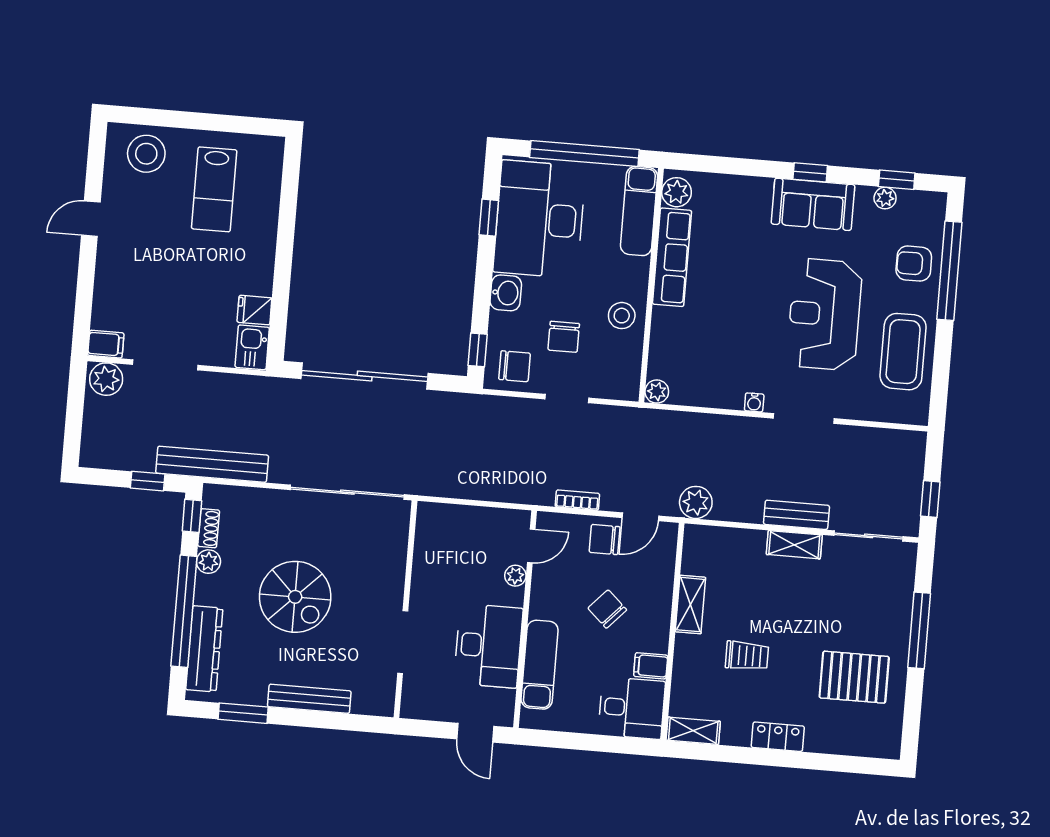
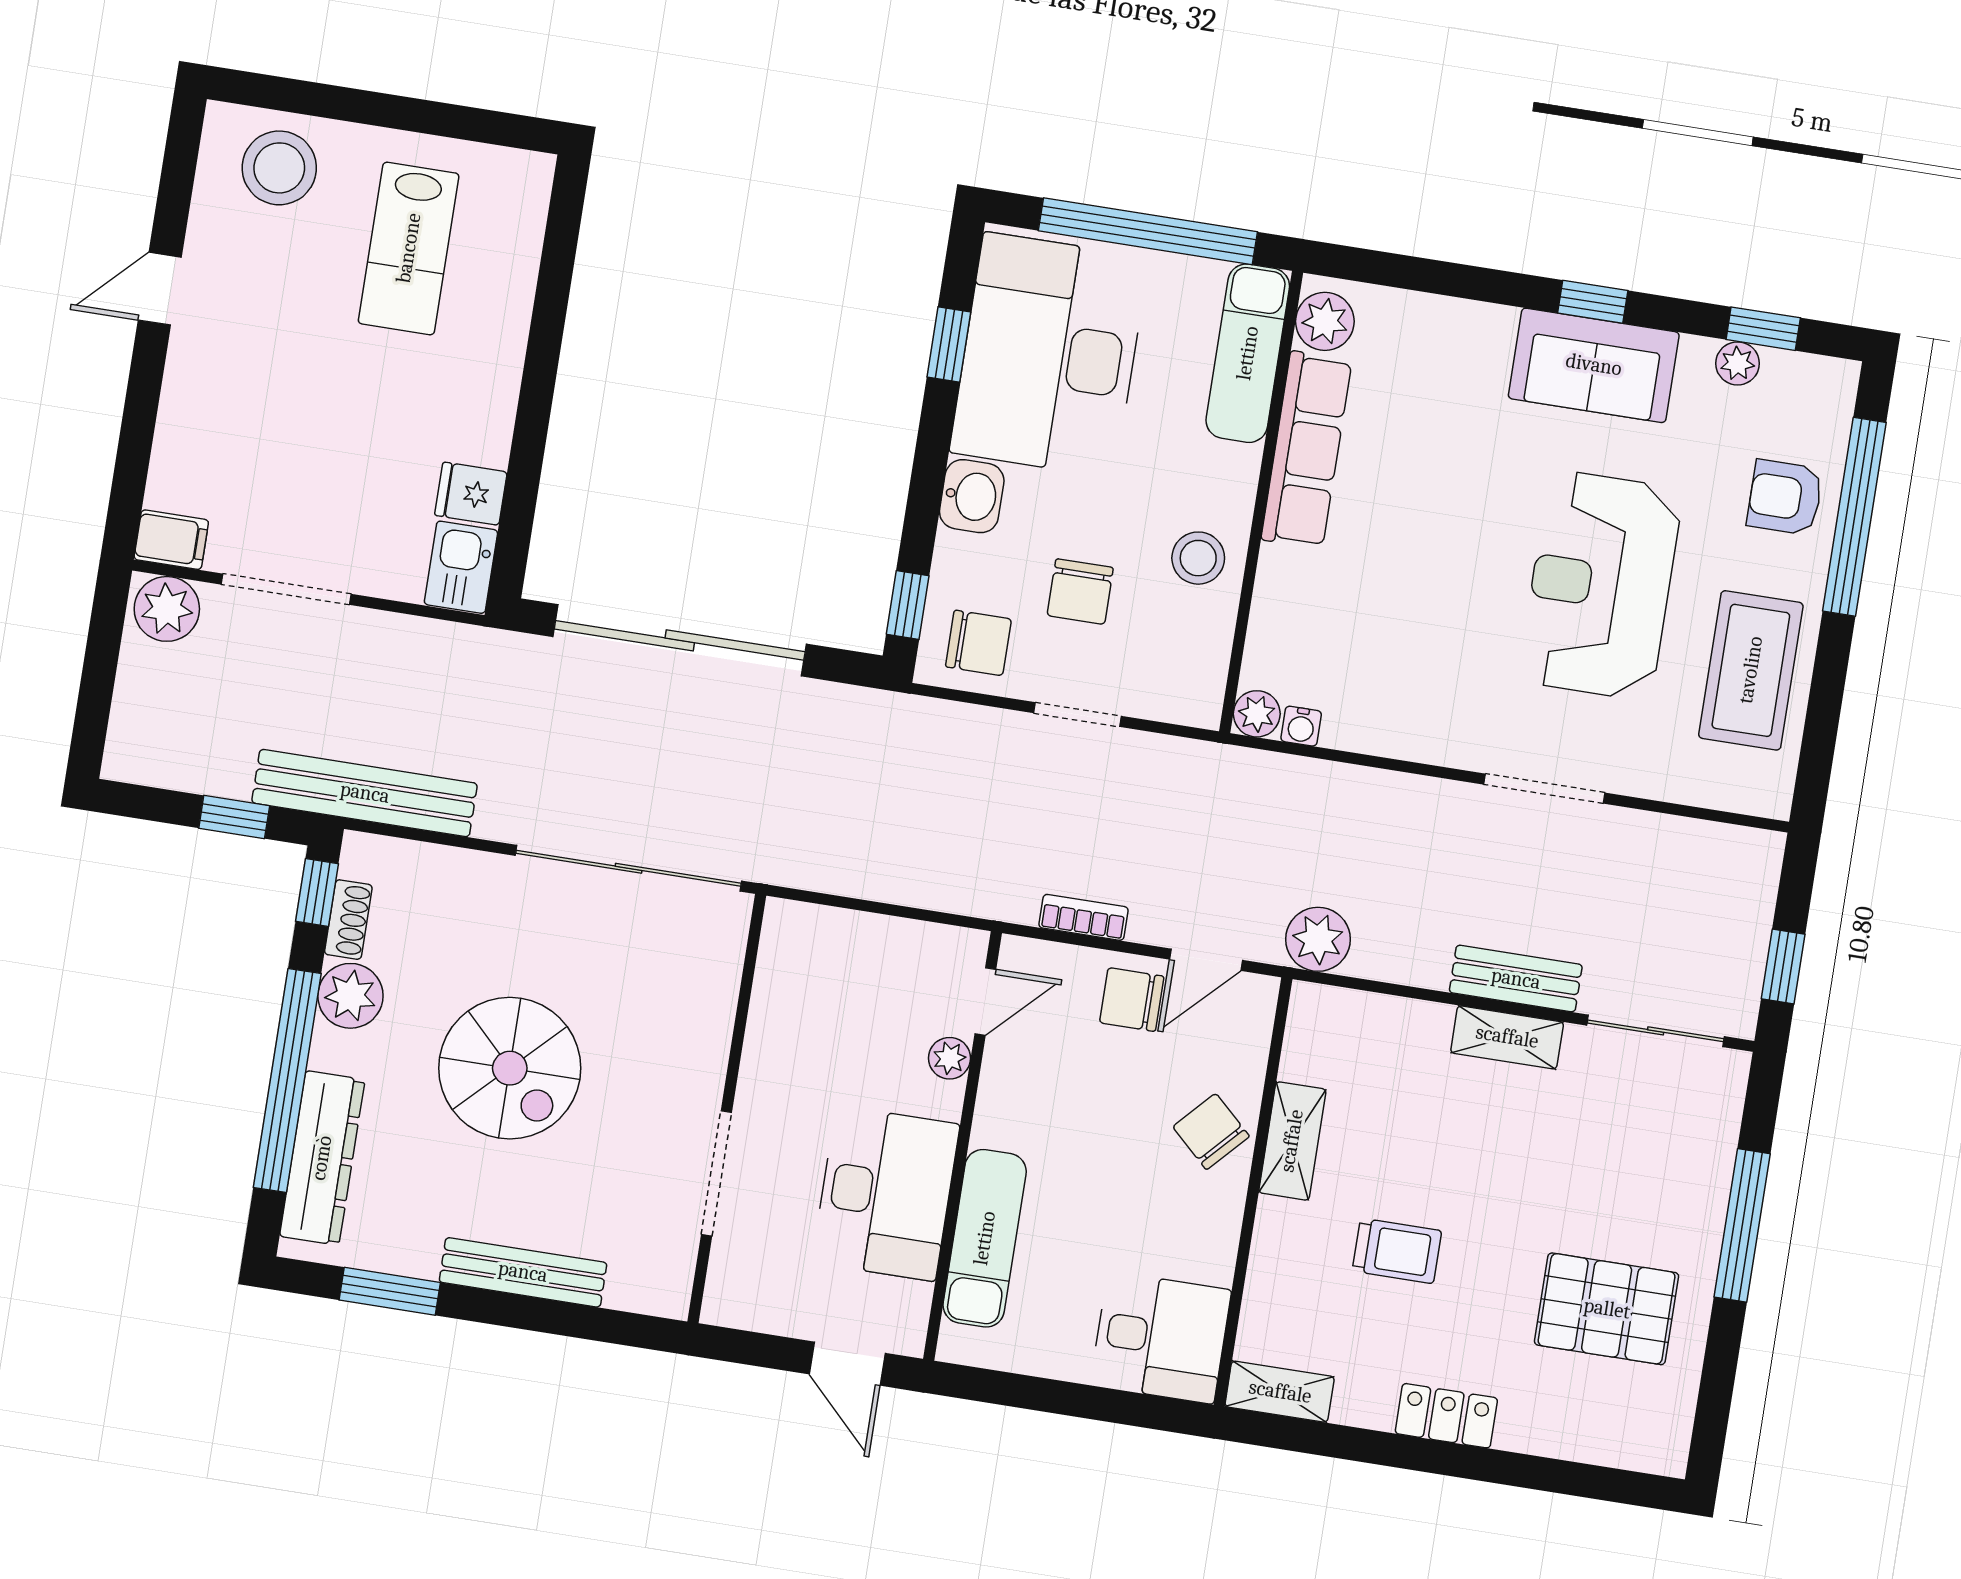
water cooler: (754, 402) -> (1301, 726), moved
plant: (208, 562) -> (350, 996), width x1.38, depth x1.38
chair: (607, 609) -> (1211, 1132), moved
filing cabinet: (651, 666) -> (1205, 1257), removed

